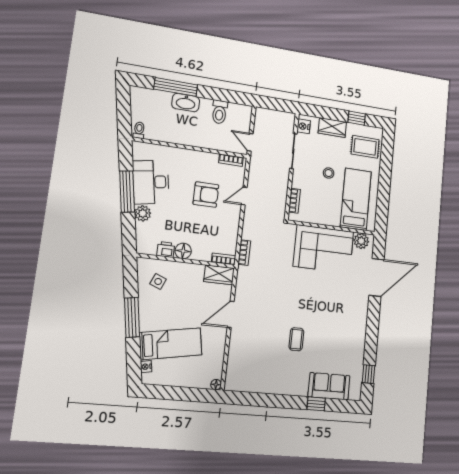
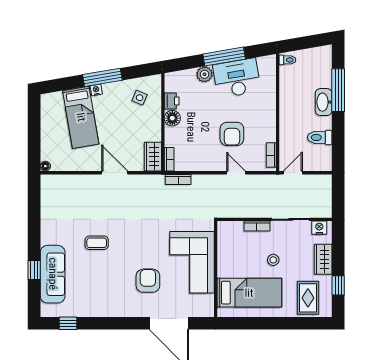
bookcase: (294, 201) -> (257, 226), moved
plant: (361, 241) -> (206, 303), removed
armchair: (336, 293) -> (148, 281), added
nightstand: (146, 367) -> (96, 90), moved
sofa: (329, 386) -> (53, 274), width x1.36

